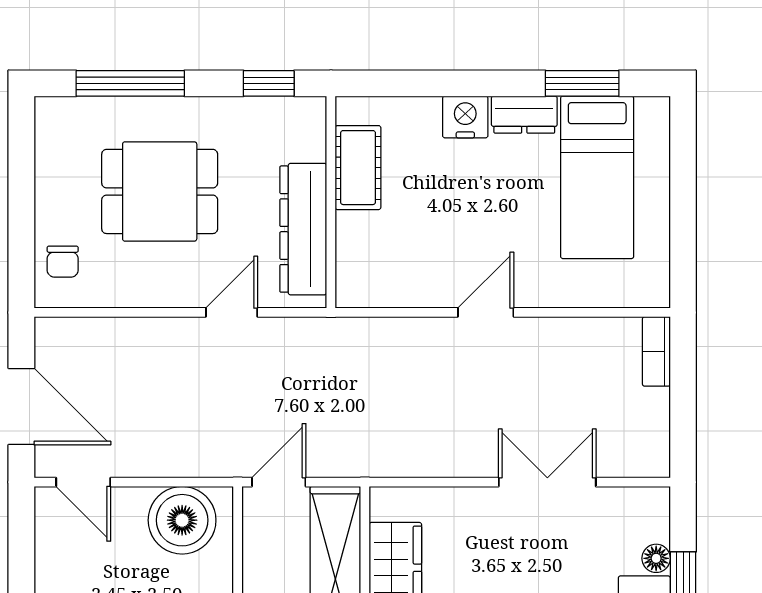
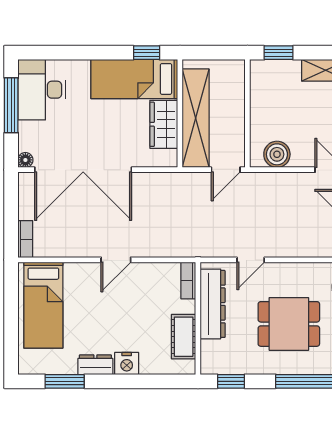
bed: (597, 177) -> (43, 305), moved, turned 180
bookcase: (349, 273) -> (188, 280), added
double door: (547, 482) -> (83, 170), width x1.87
boiler: (182, 520) -> (277, 154), width x0.73, depth x0.73
floor lamp: (656, 558) -> (25, 160), moved

